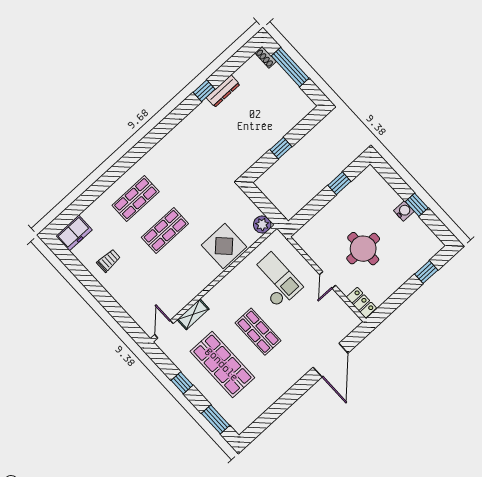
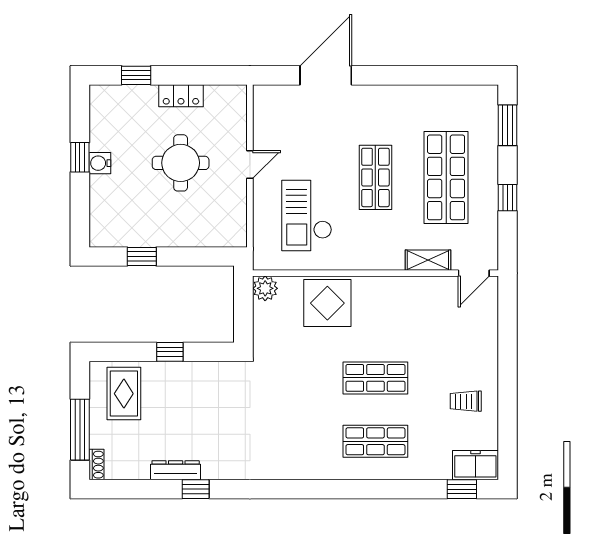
rug: (285, 106) -> (124, 394), added
window: (70, 214) -> (462, 489), added
locker: (361, 303) -> (181, 96), moved, turned -90

